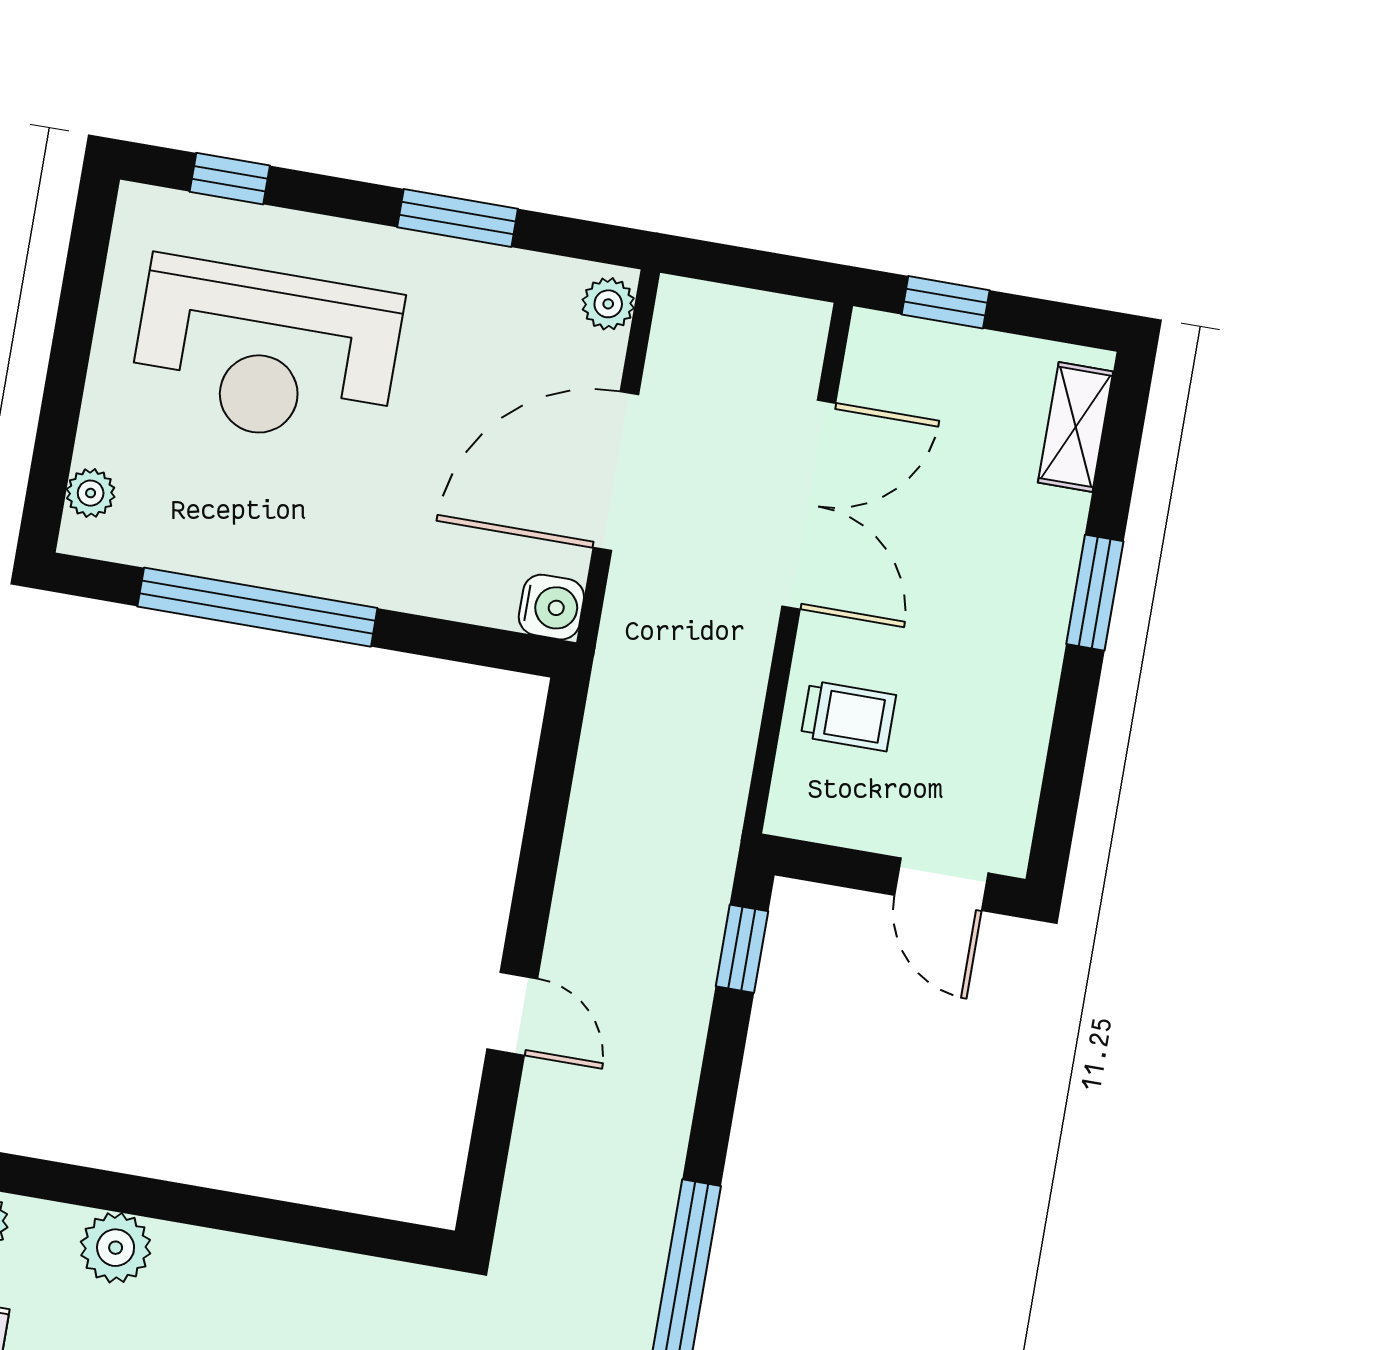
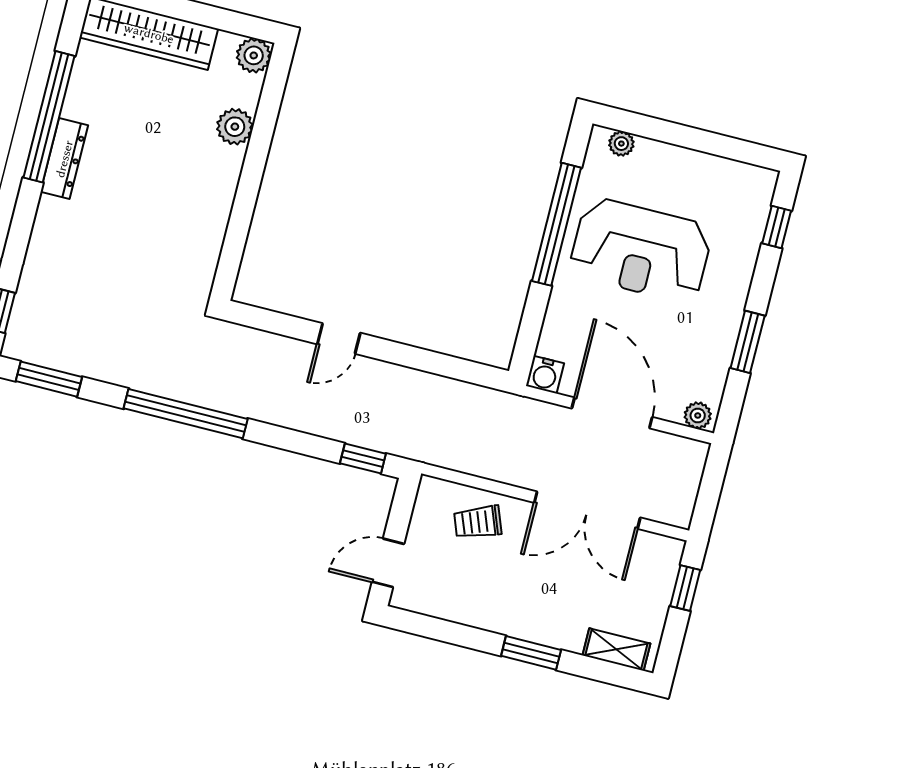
reception desk: (266, 353) -> (641, 250), moved, turned -90
trolley: (848, 716) -> (478, 522), turned 69

